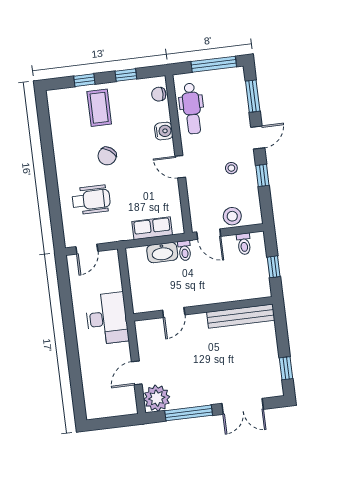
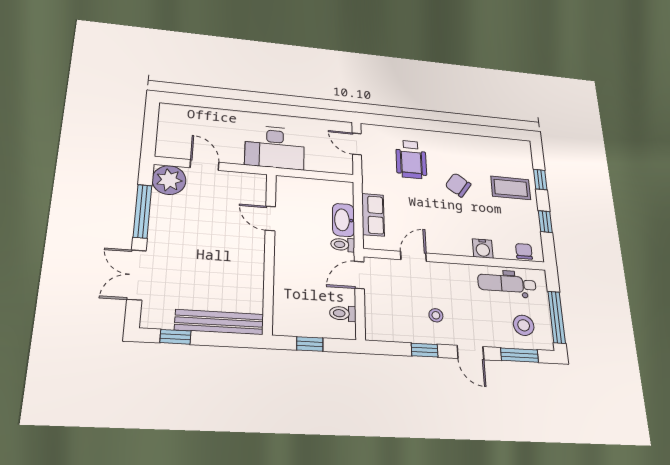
door: (180, 167) -> (413, 256), moved
stool: (232, 216) -> (524, 325), moved
bench: (241, 316) -> (219, 322), moved, turned 90

